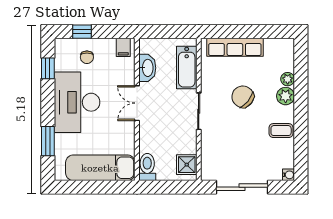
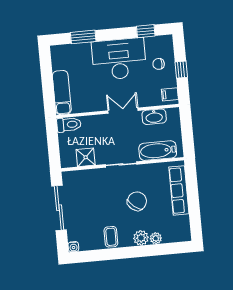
window: (82, 32) -> (181, 70), moved
shower: (187, 165) -> (86, 157), moved
exam couch: (100, 168) -> (62, 93), width x0.73, depth x0.69

